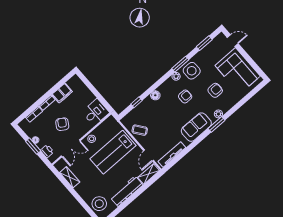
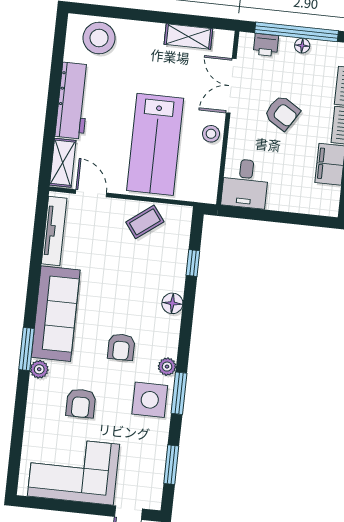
sofa: (196, 127) -> (56, 314), width x1.36
window: (33, 146) -> (297, 32), width x2.11
lab bench: (113, 152) -> (155, 144), turned 180

